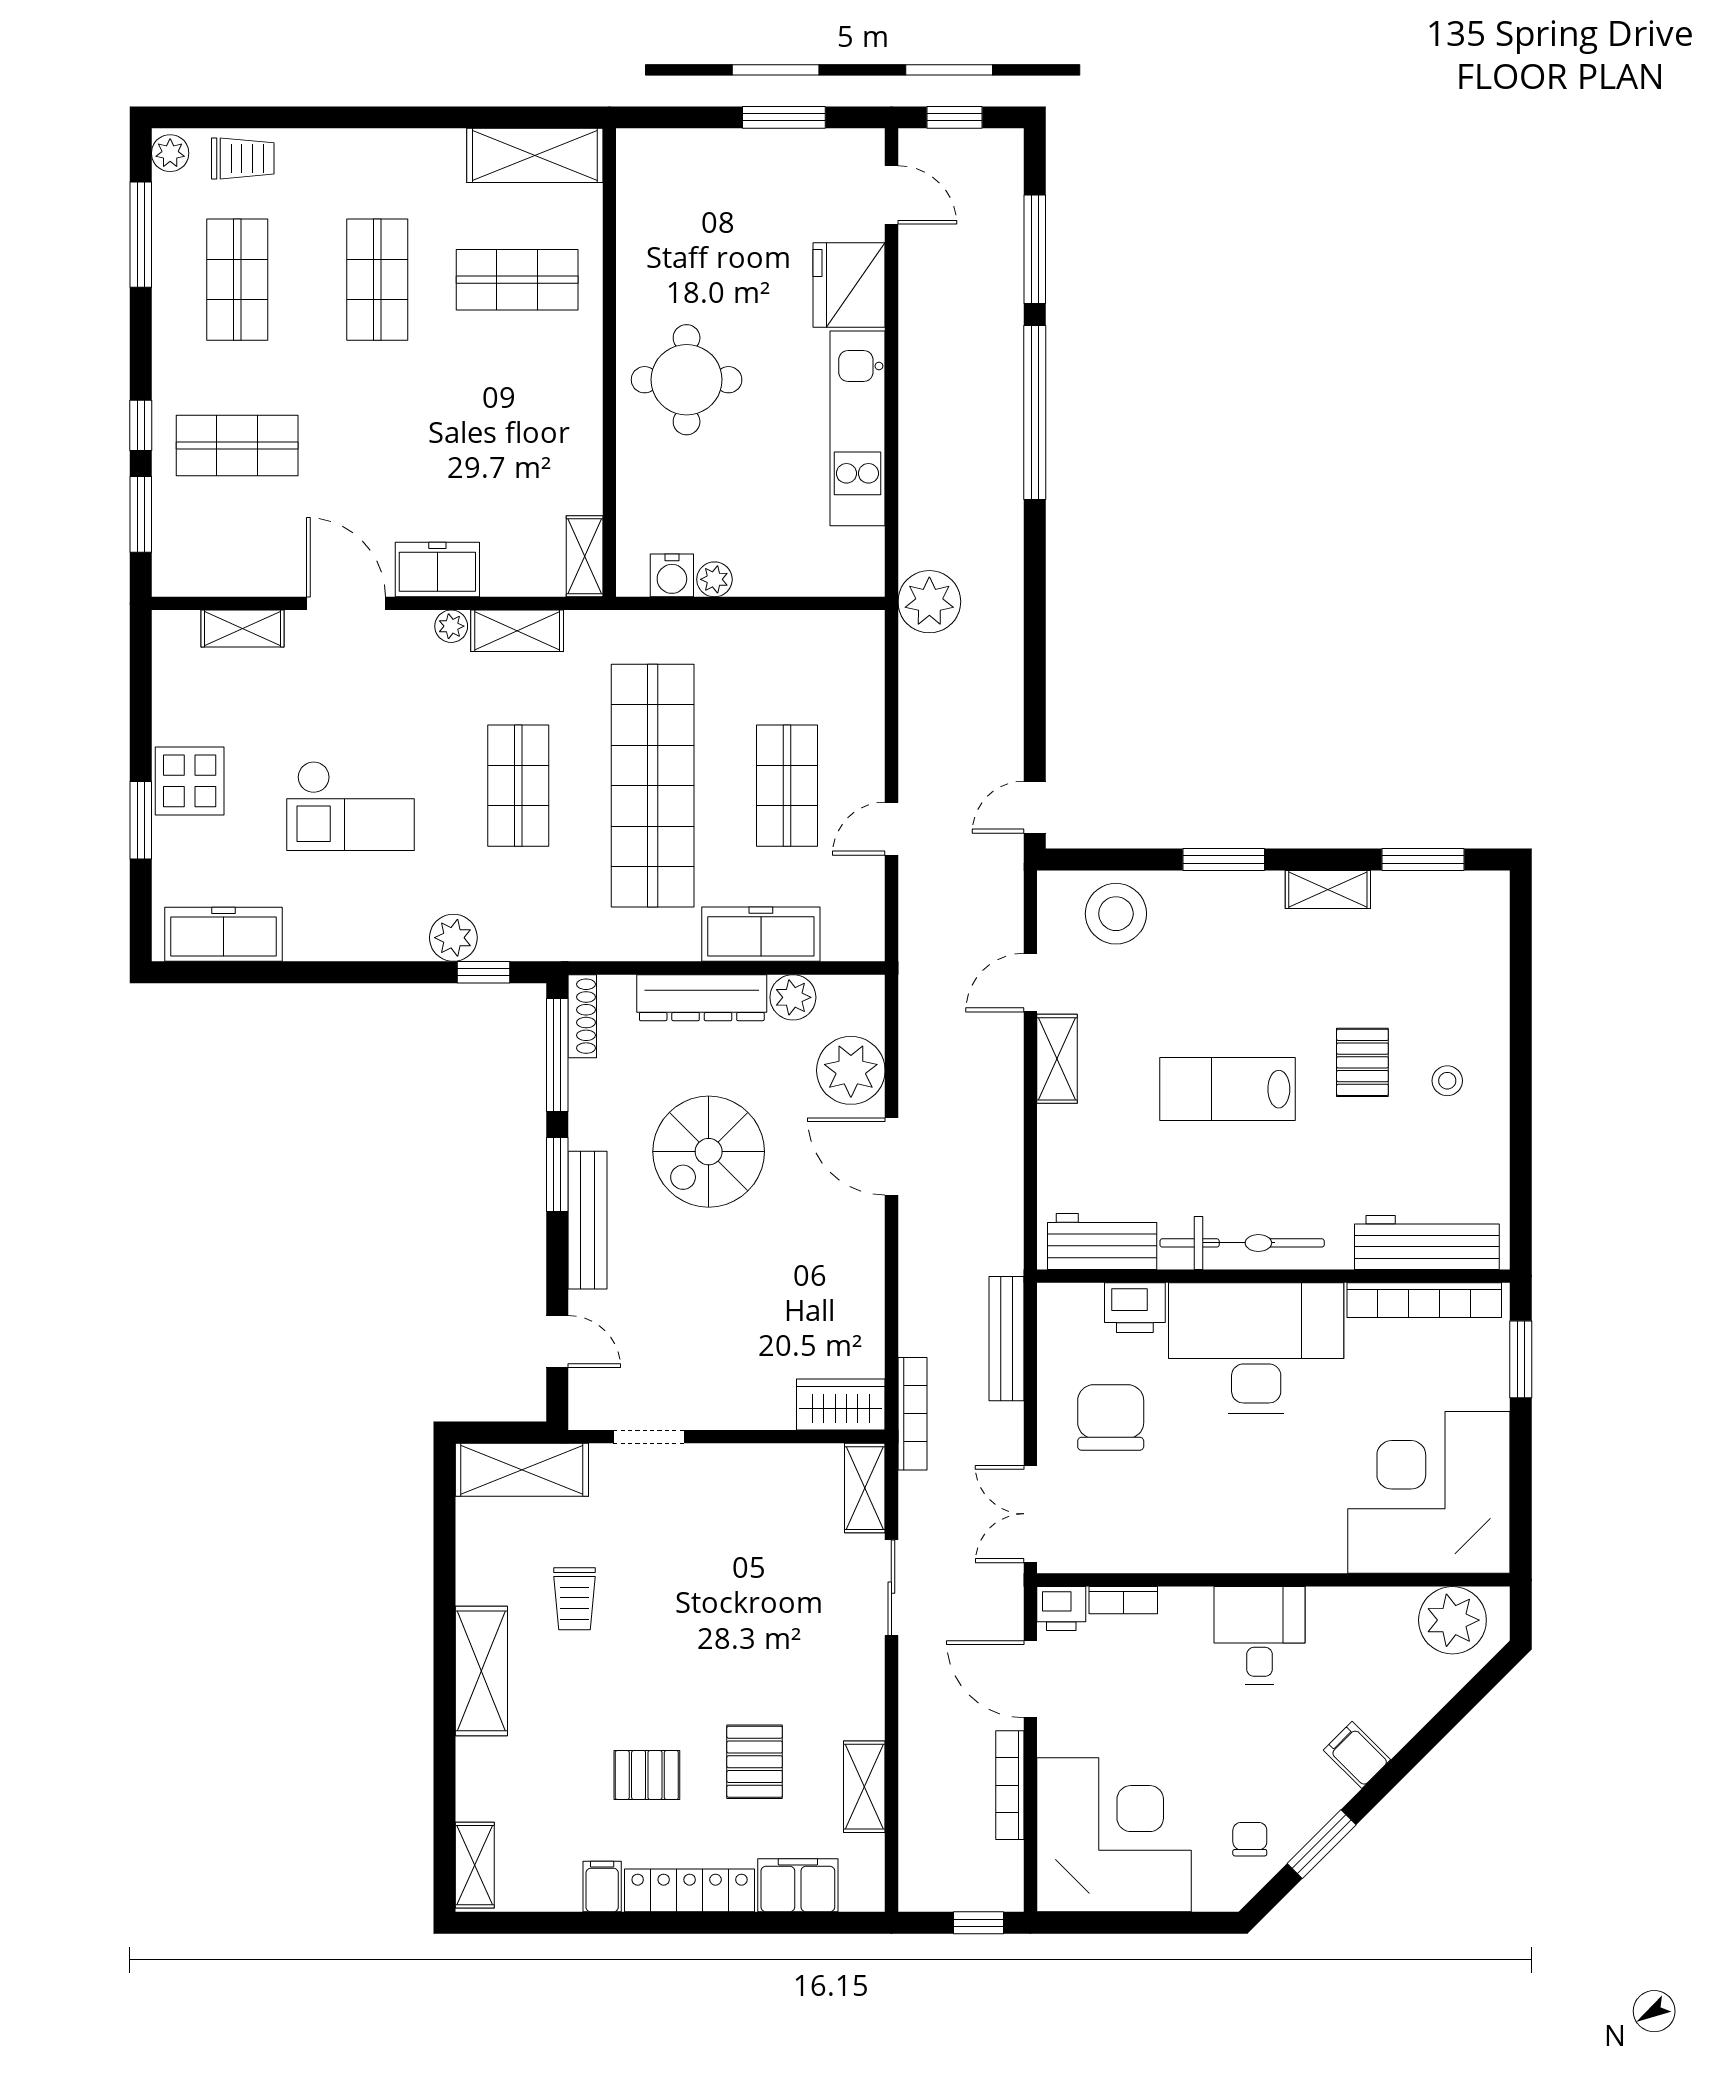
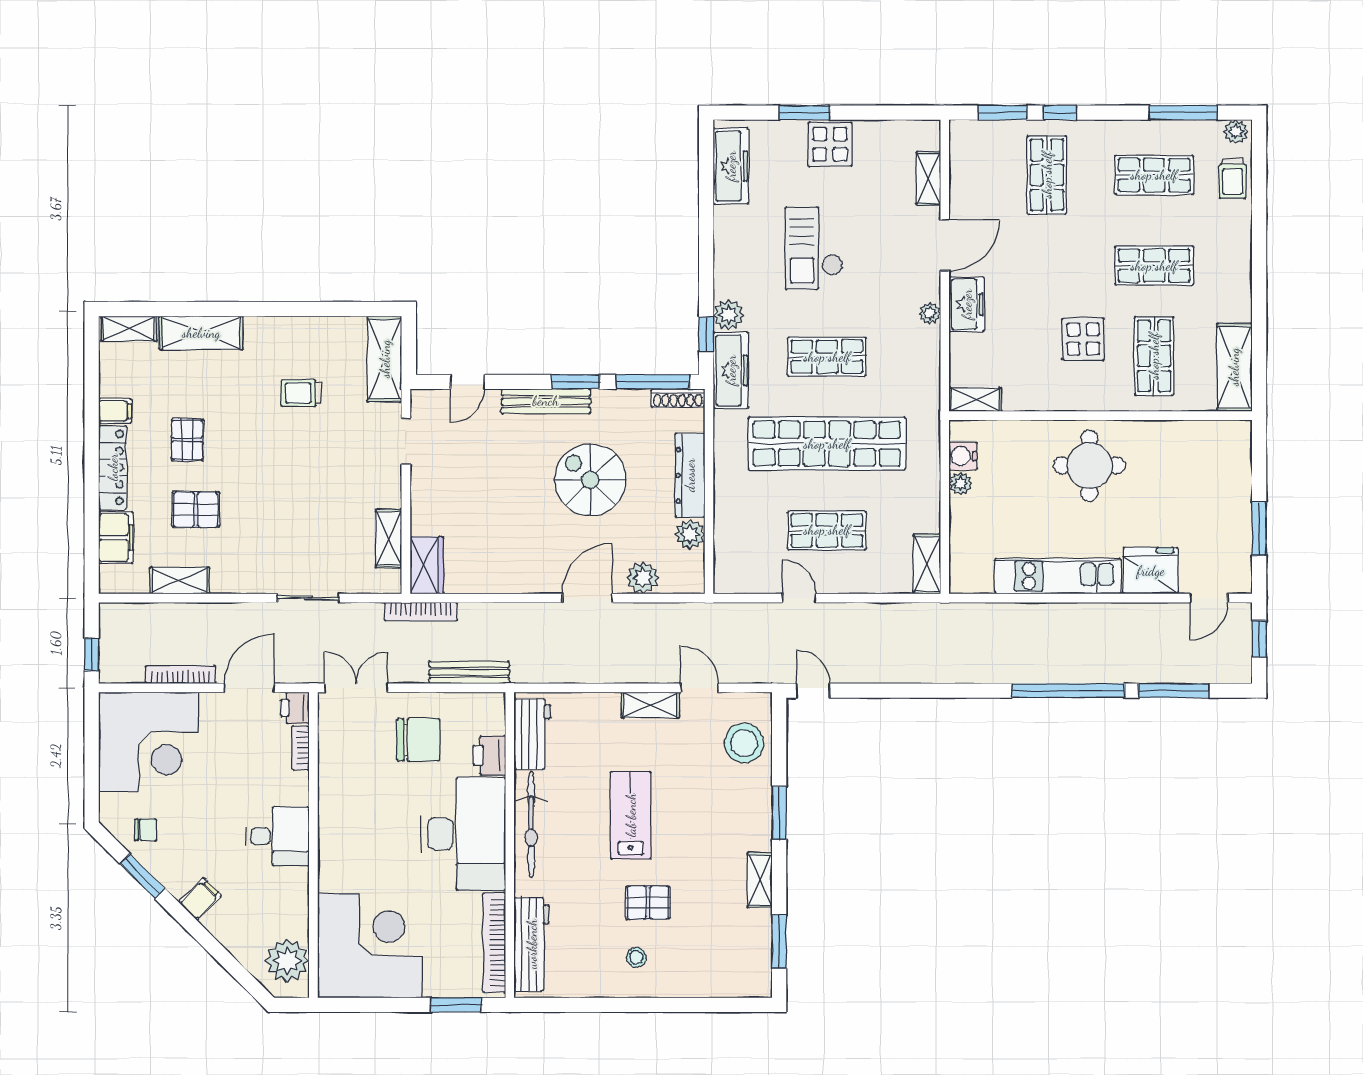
display table: (491, 389) -> (1083, 339), added
plant: (929, 602) -> (946, 622), removed
shelving: (517, 631) -> (927, 564), moved
freezer: (761, 934) -> (731, 370), moved
plant: (851, 1070) -> (643, 578), width x0.73, depth x0.73
shelving: (865, 1488) -> (389, 538), moved, turned 90
shelving: (481, 1671) -> (201, 333), moved

